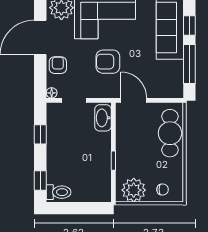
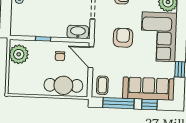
coffee table: (168, 85) -> (102, 85), added
door: (134, 100) -> (91, 57), swing flipped
chair: (163, 189) -> (60, 56), moved

